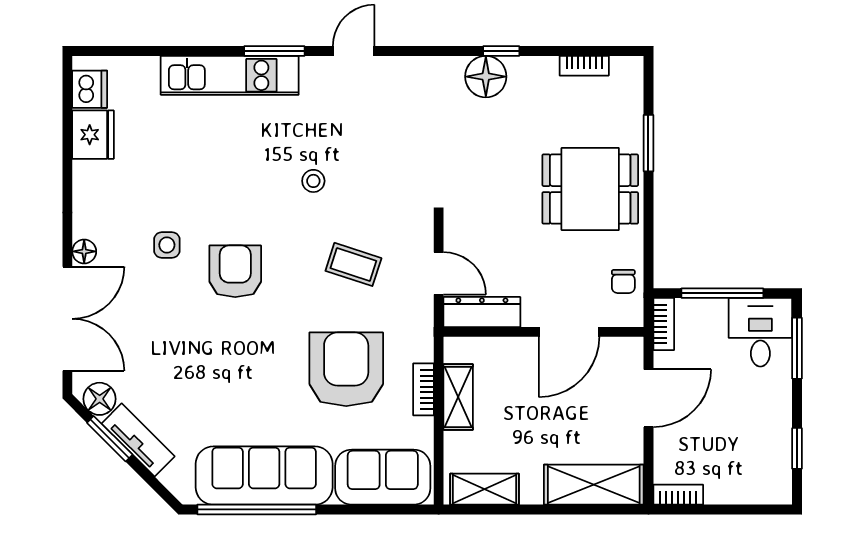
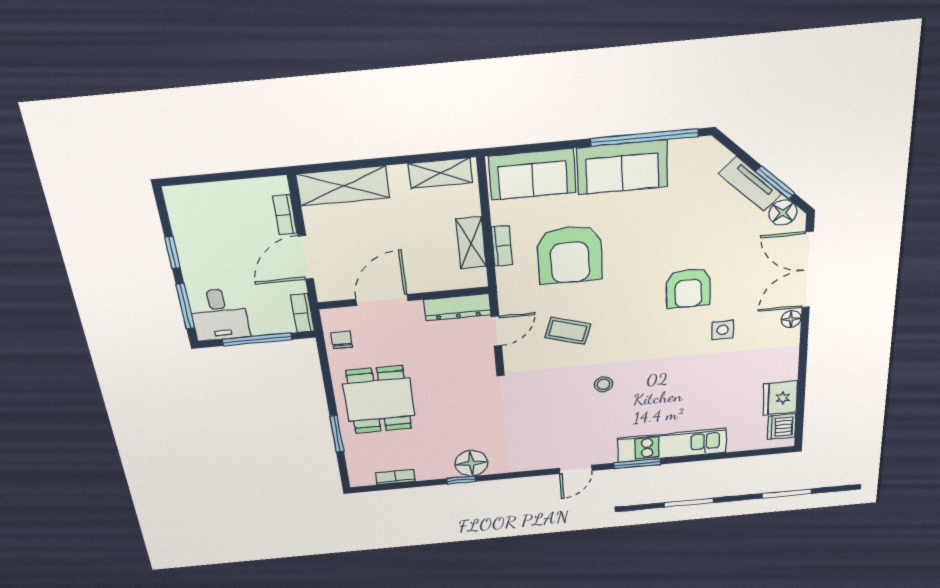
dining table: (590, 189) -> (379, 400), turned 90
armchair: (235, 271) -> (688, 288), moved
door: (439, 273) -> (496, 331), swing flipped
window: (797, 448) -> (173, 252), moved
sofa: (264, 476) -> (622, 167), width x0.73
bookcase: (678, 495) -> (285, 215), moved, turned 90

